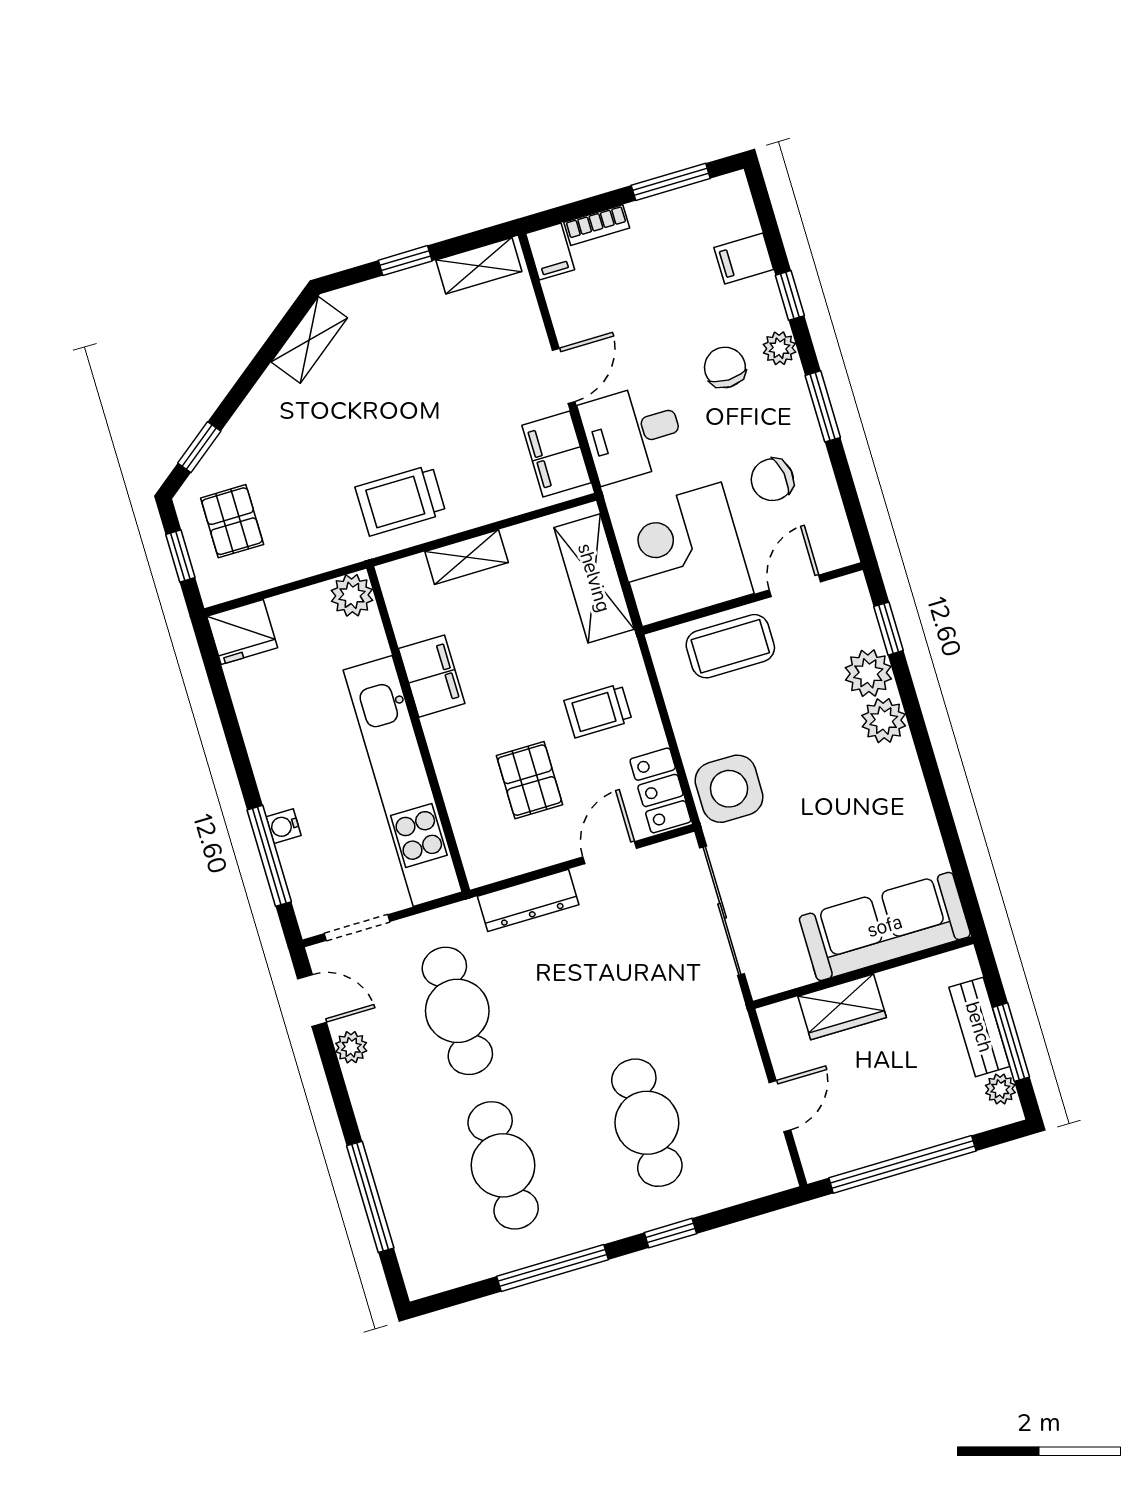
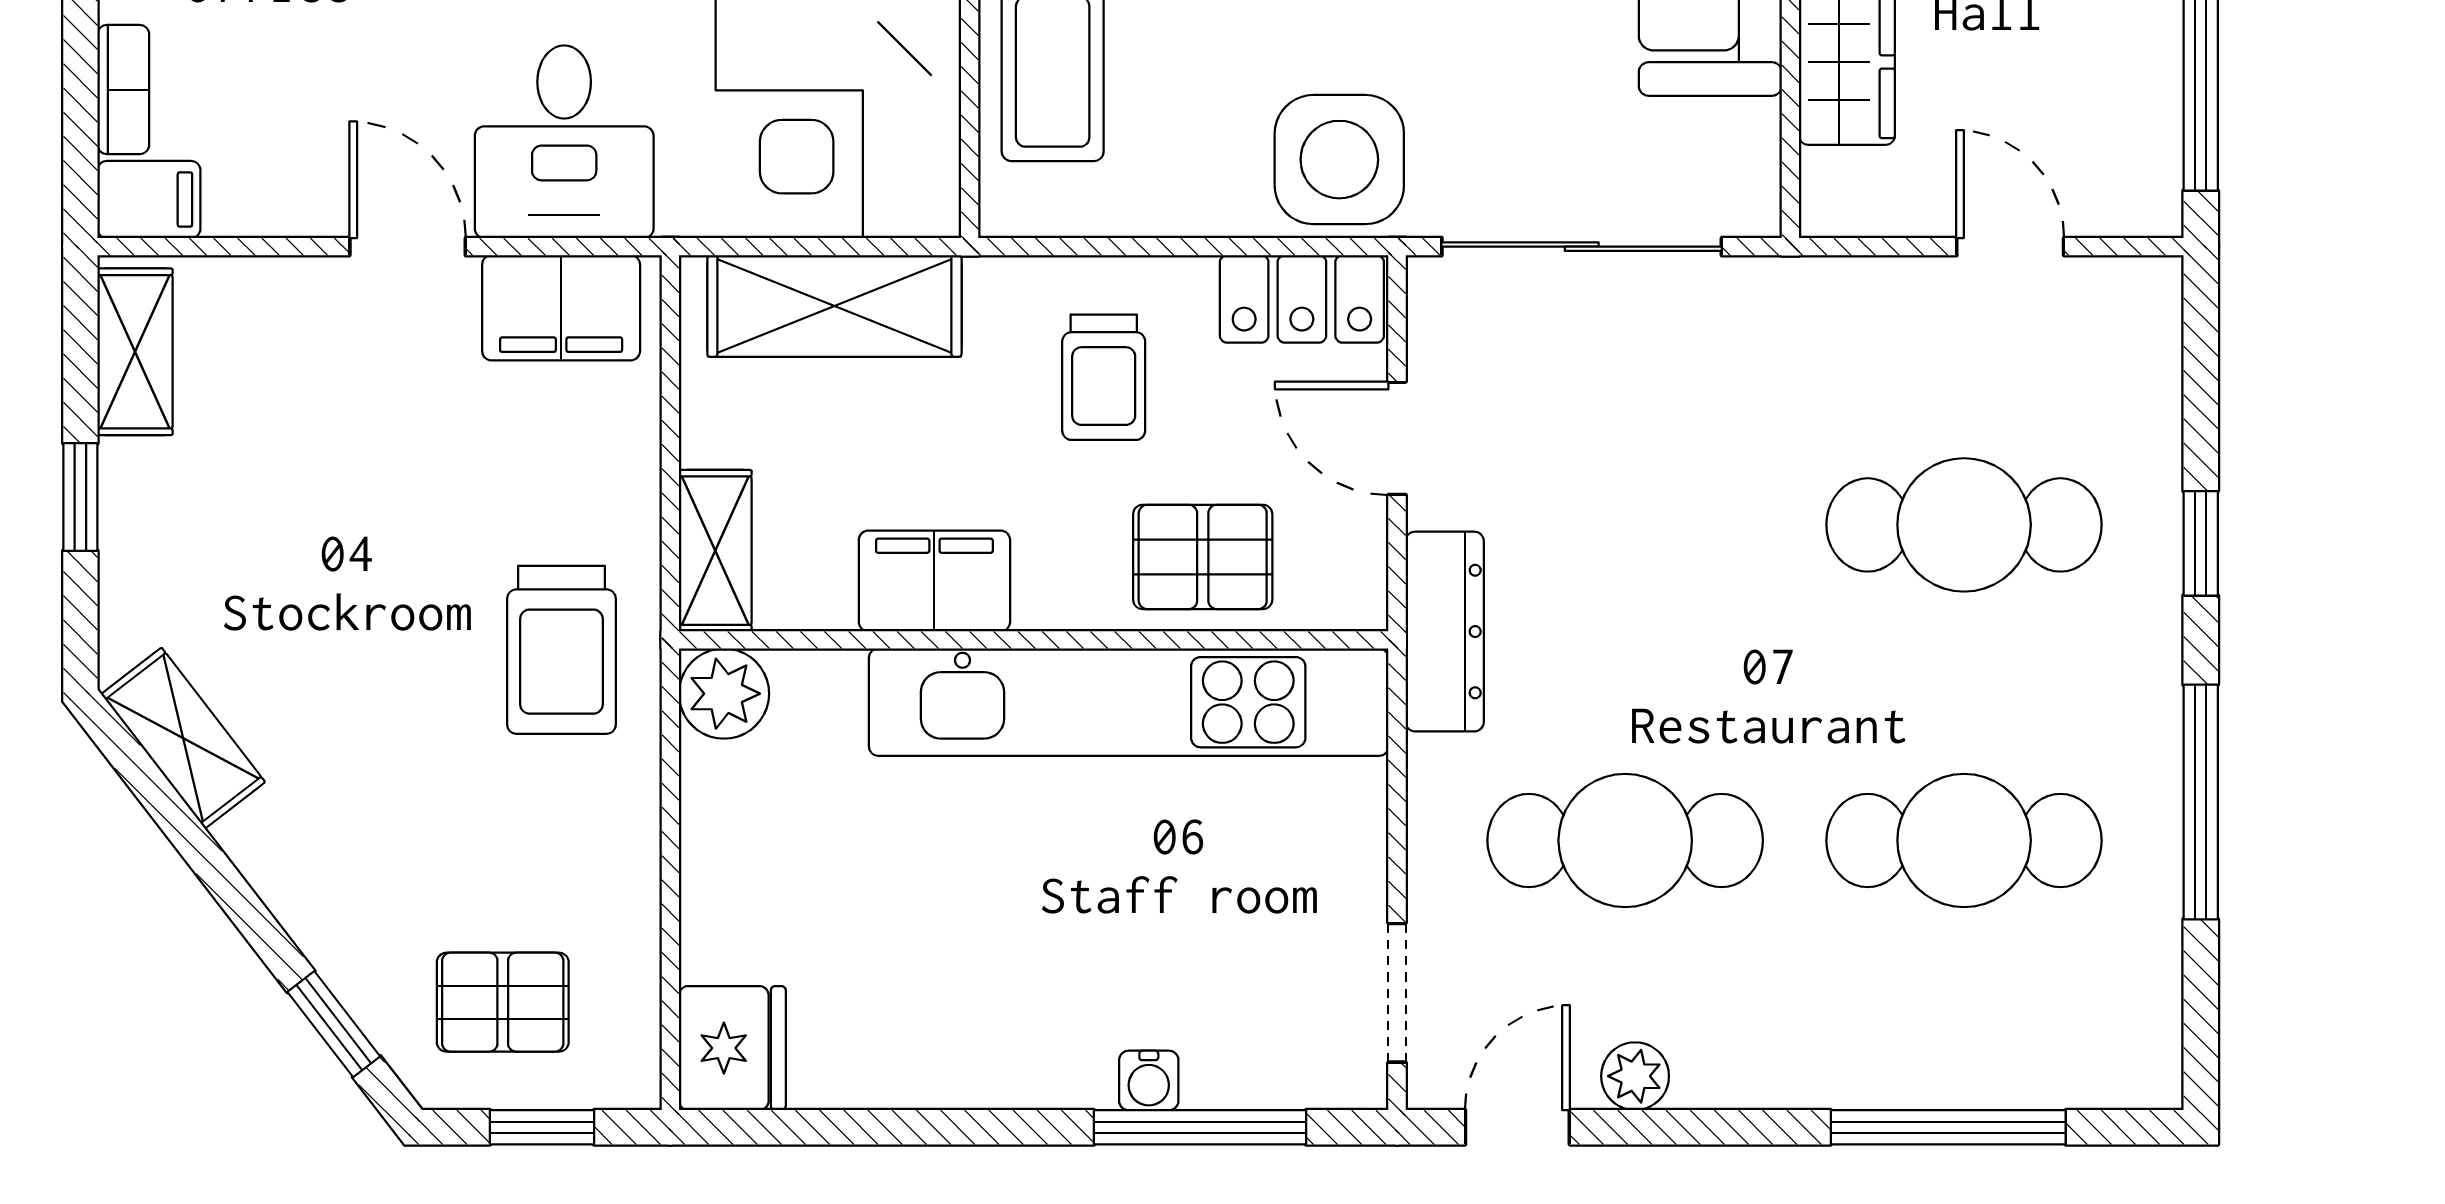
plant: (352, 595) -> (724, 694), moved
filing cabinet: (432, 676) -> (934, 581), moved
wall: (418, 729) -> (1034, 640), moved
kitchen unit: (403, 781) -> (1129, 702), moved

